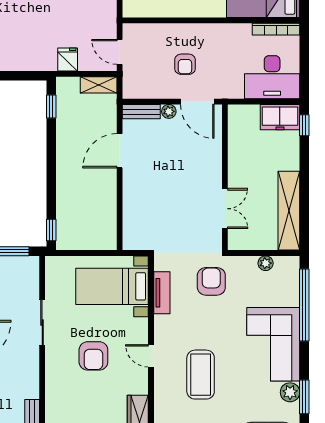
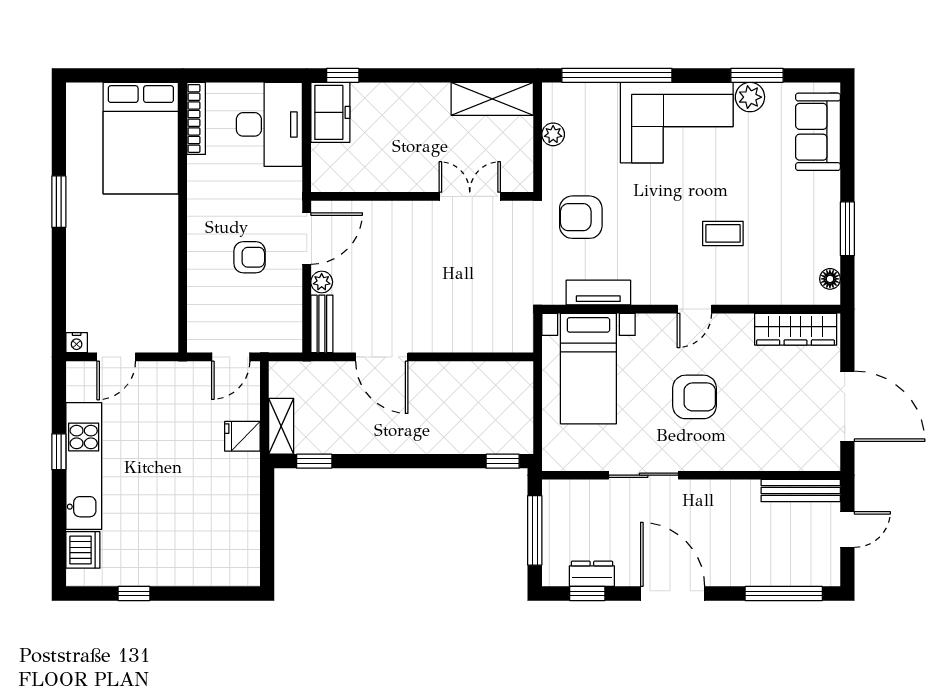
shelving: (99, 85) -> (281, 426), moved
shelving: (289, 211) -> (492, 99), width x0.68
coffee table: (201, 375) -> (723, 233), width x0.54, depth x0.58

